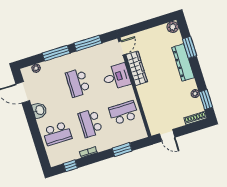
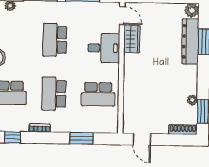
door: (122, 48) -> (122, 15), hinge flipped
dresser: (183, 62) -> (190, 41), moved
wardrobe: (137, 68) -> (132, 39), width x0.67
school desk: (124, 113) -> (98, 94), turned 180

